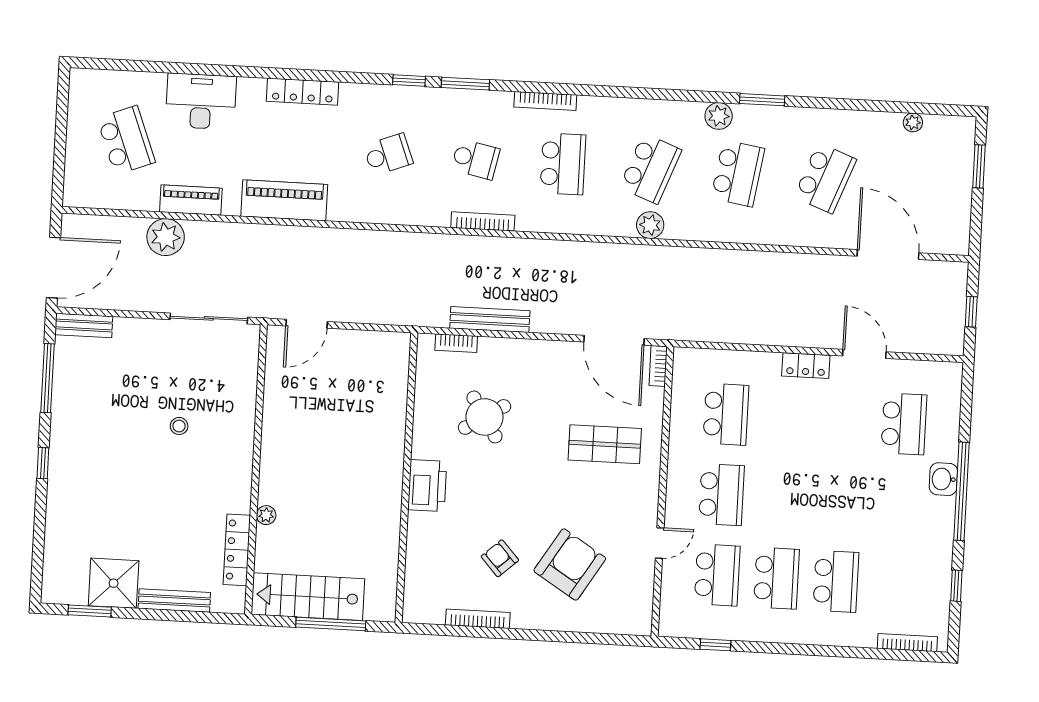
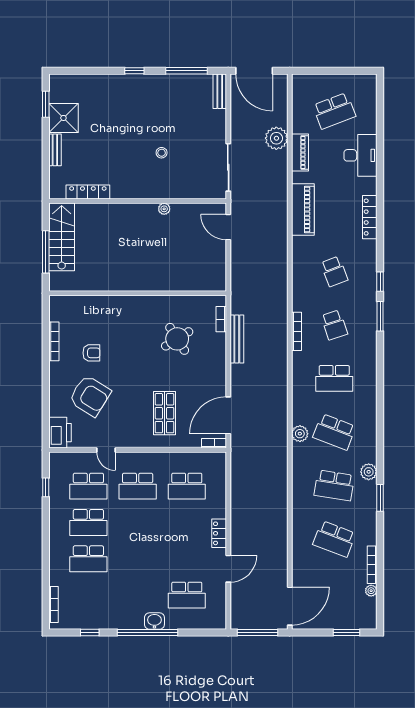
bookcase: (545, 101) -> (372, 565), moved
school desk: (476, 159) -> (334, 325), turned -30
door: (888, 255) -> (290, 606), moved
window: (971, 312) -> (257, 632), width x2.17
printer: (427, 486) -> (60, 433), moved, turned -90
plant: (266, 515) -> (164, 209), moved
armchair: (500, 558) -> (91, 353), turned 42
bench: (174, 600) -> (55, 150), width x0.73

